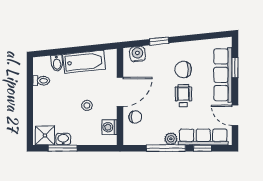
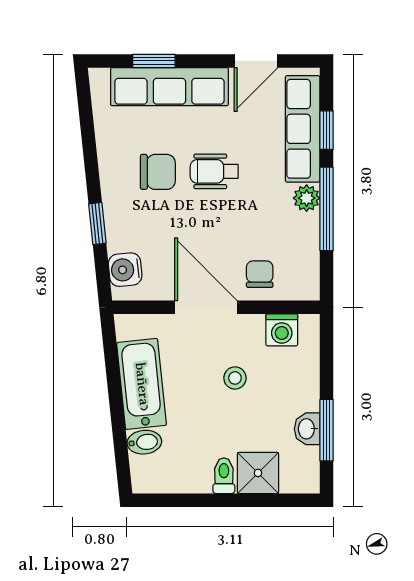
chair: (183, 69) -> (158, 172), turned -90
toilet: (41, 81) -> (224, 476), moved
shower: (45, 135) -> (258, 473), moved

